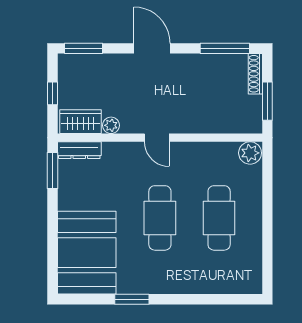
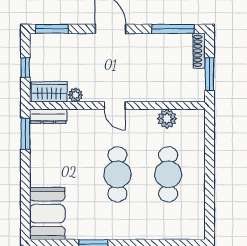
plant: (250, 153) -> (167, 119), moved
booth: (87, 253) -> (47, 214), width x0.73, depth x0.70

